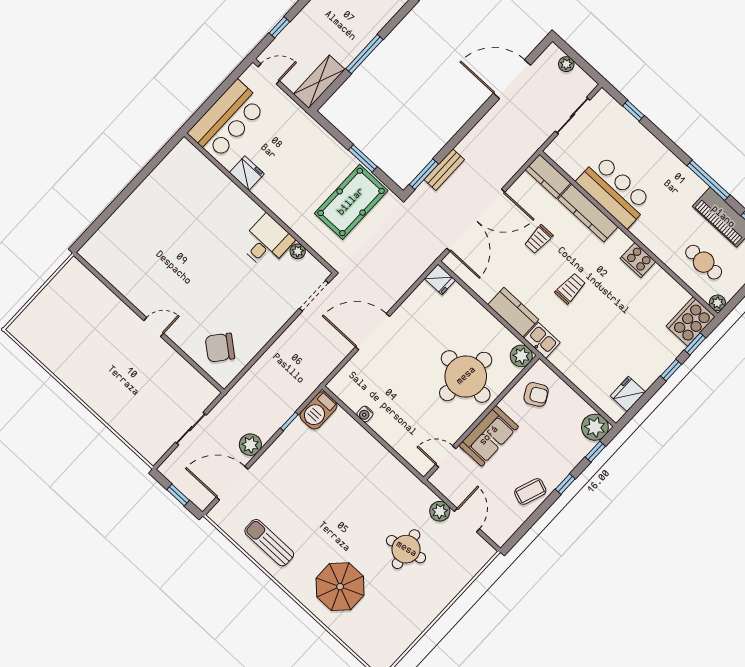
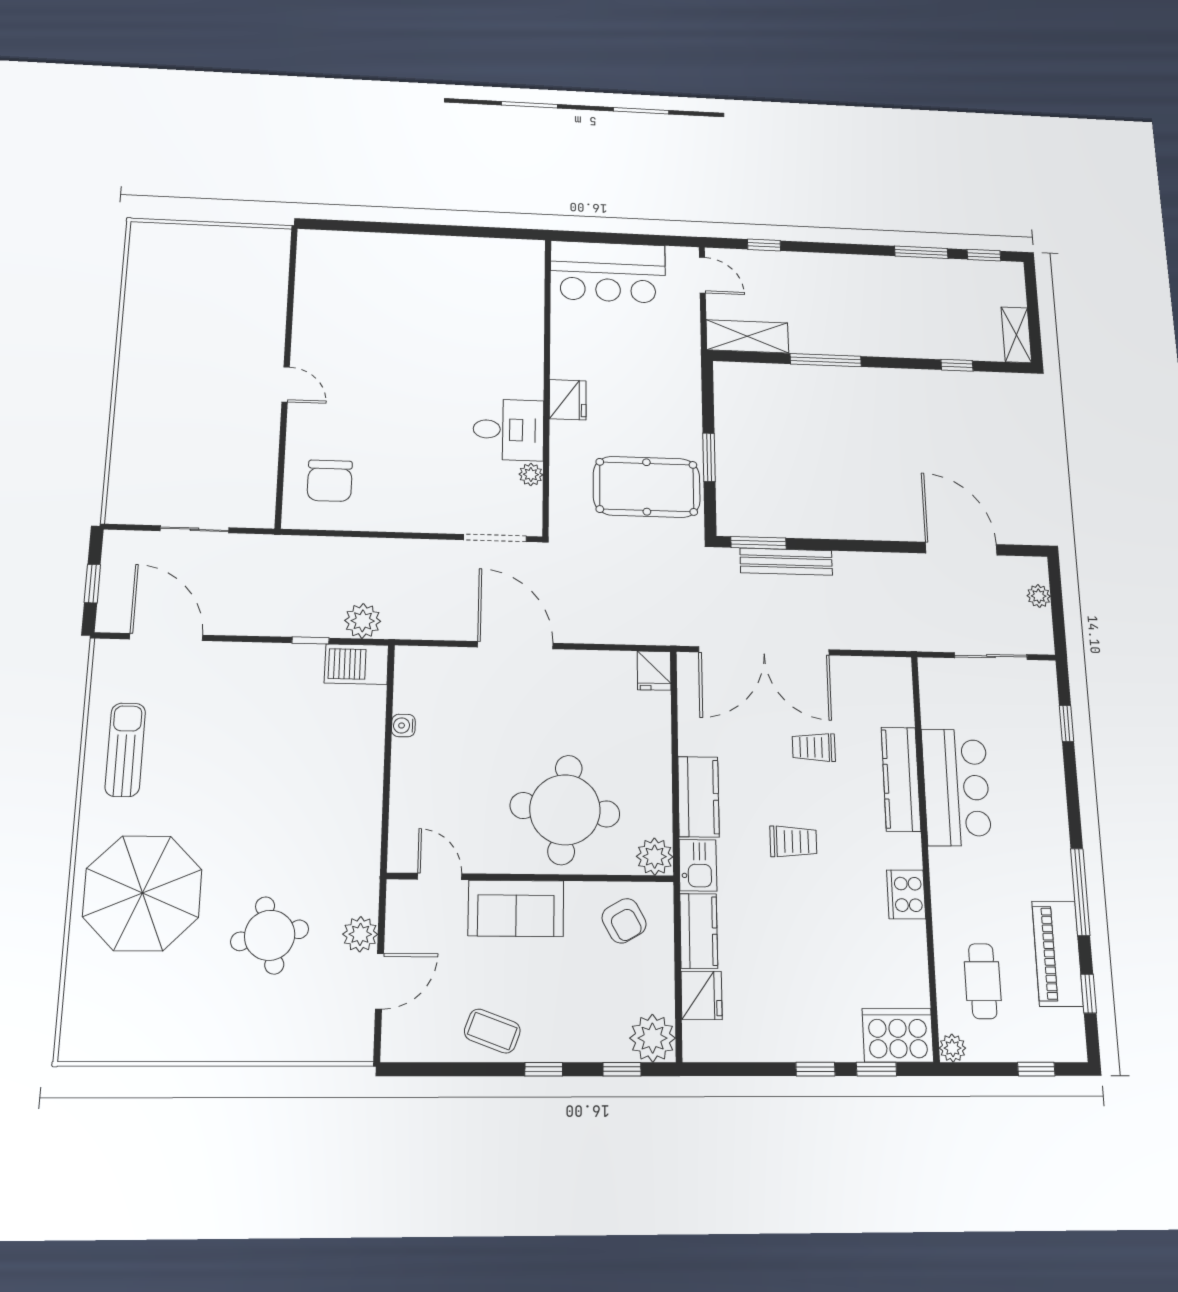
bench: (444, 170) -> (786, 562), width x1.36
fridge: (247, 173) -> (568, 400), moved
kitchen counter: (548, 176) -> (699, 931), moved, turned 180
chair: (220, 348) -> (330, 481), turned -129
fridge: (628, 394) -> (701, 995), moved, turned 90
plant: (250, 445) -> (363, 621), moved
parasol: (340, 587) -> (142, 893), width x1.36, depth x1.36

